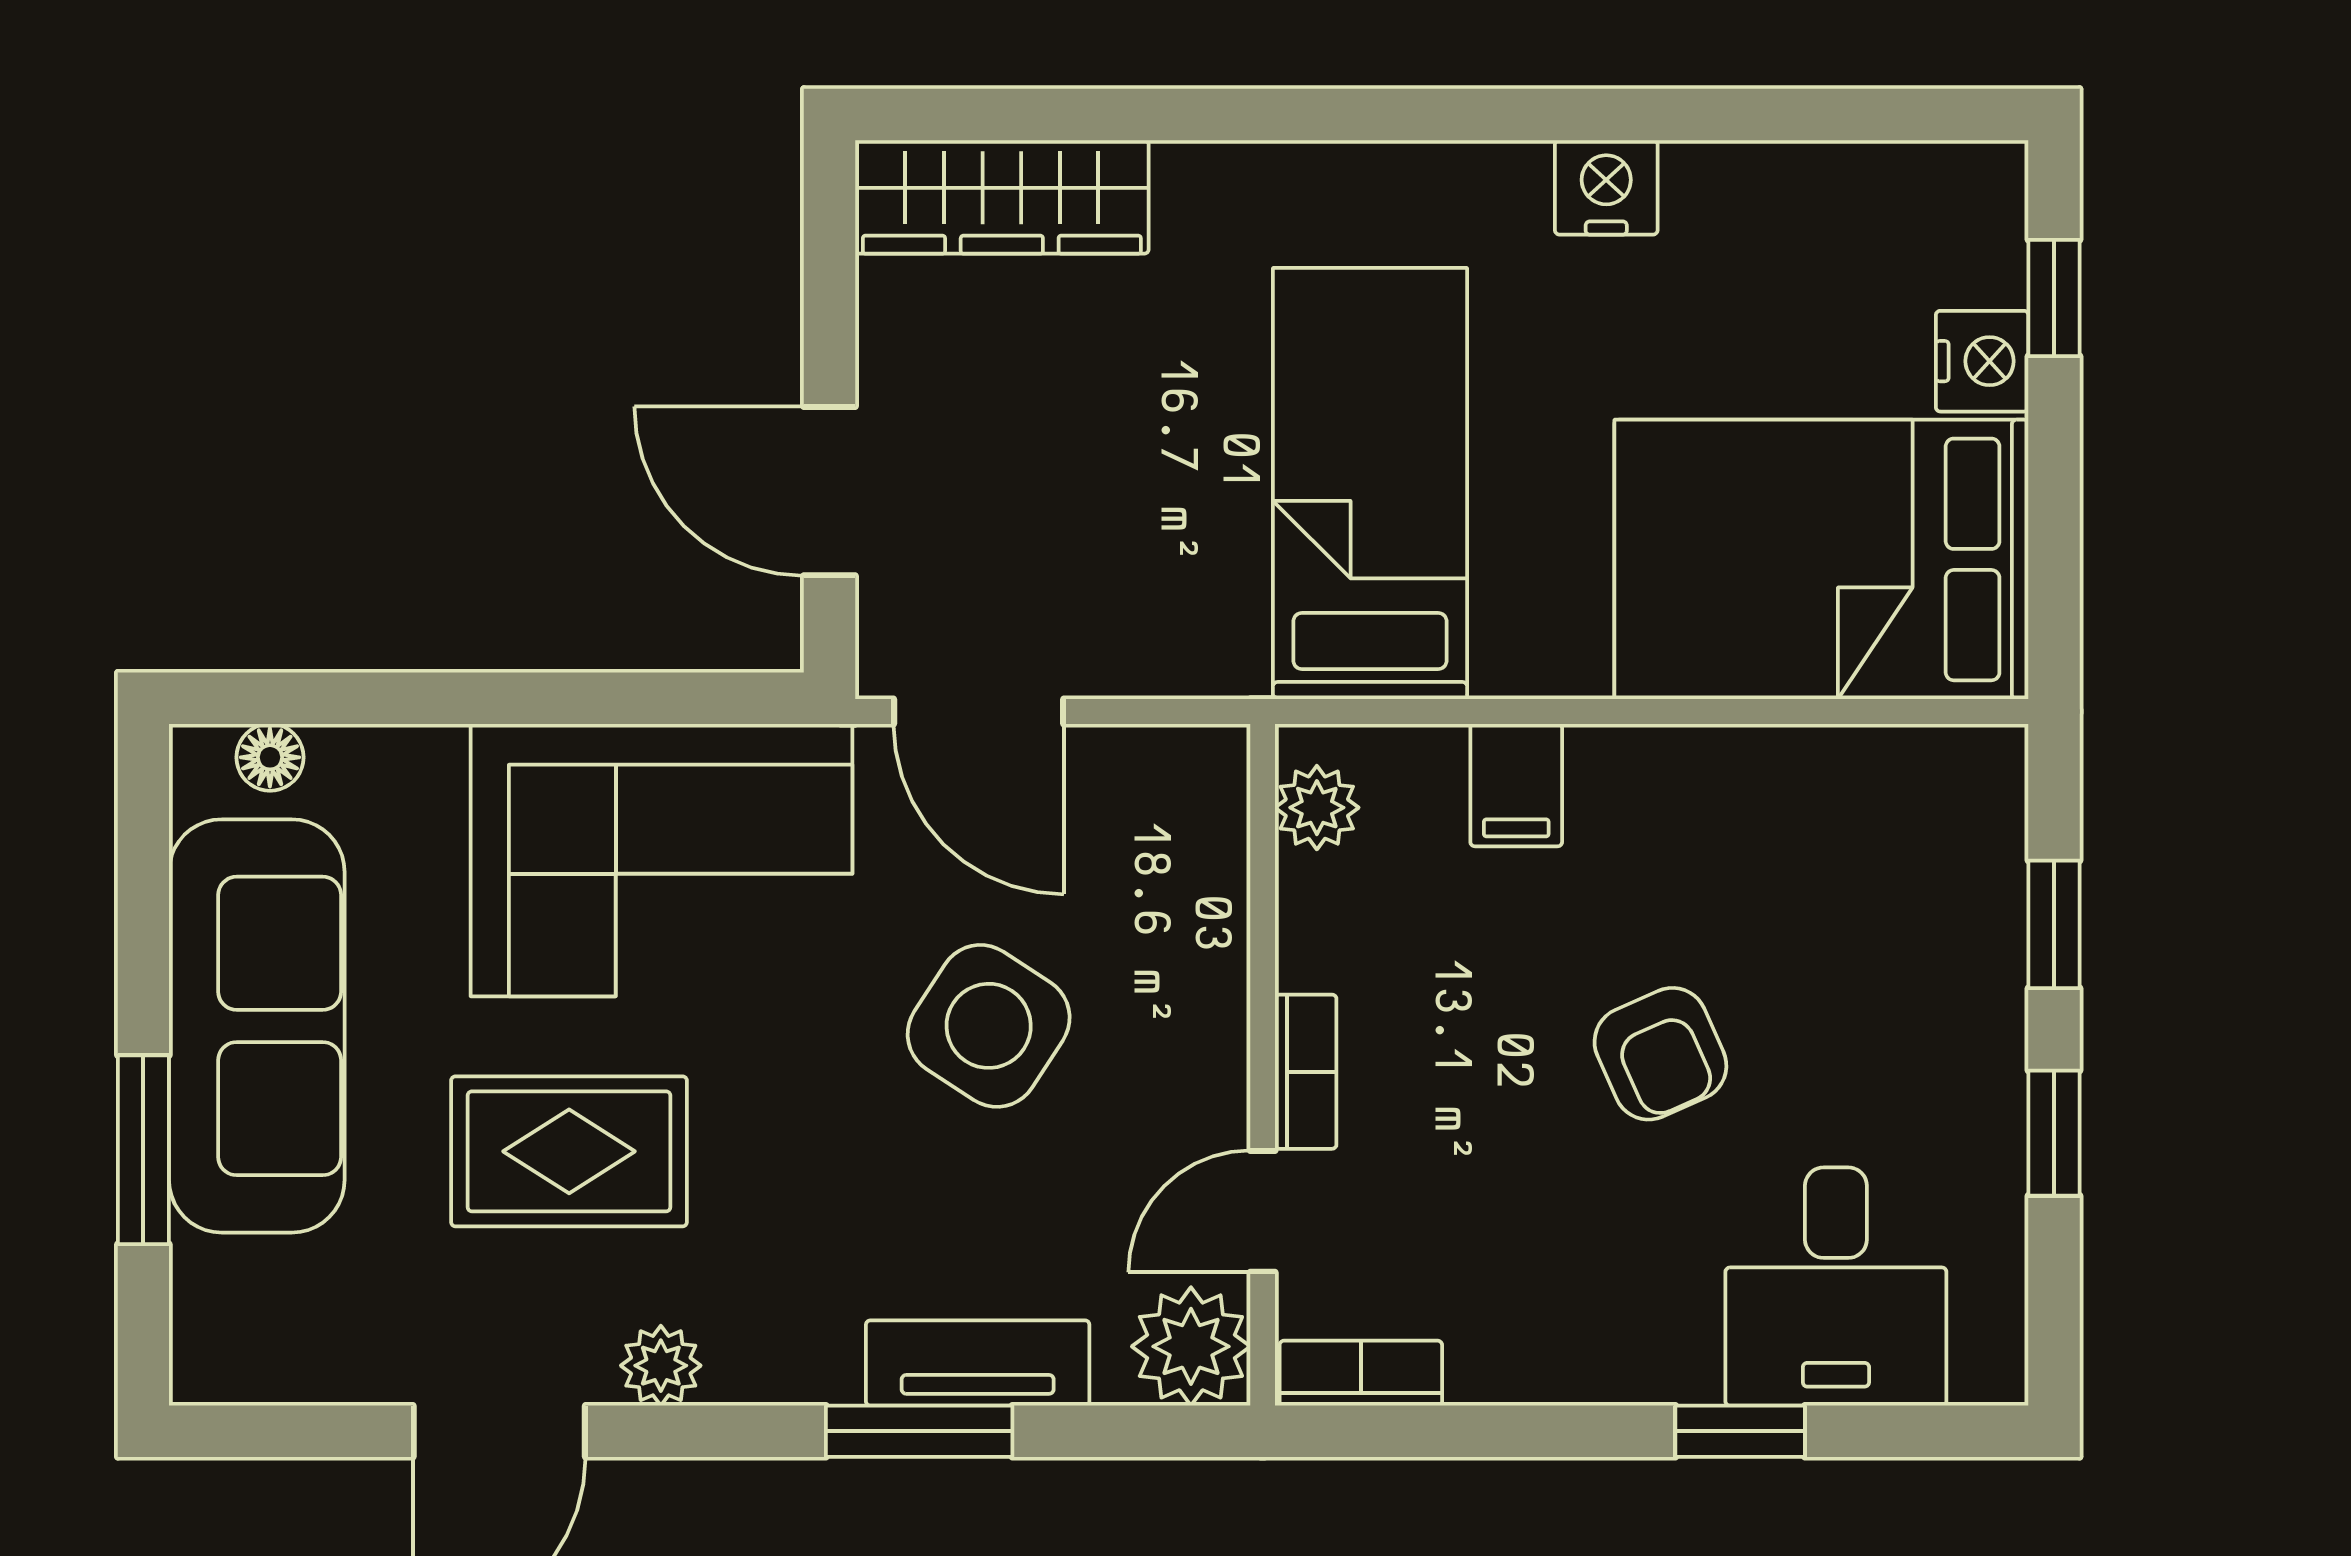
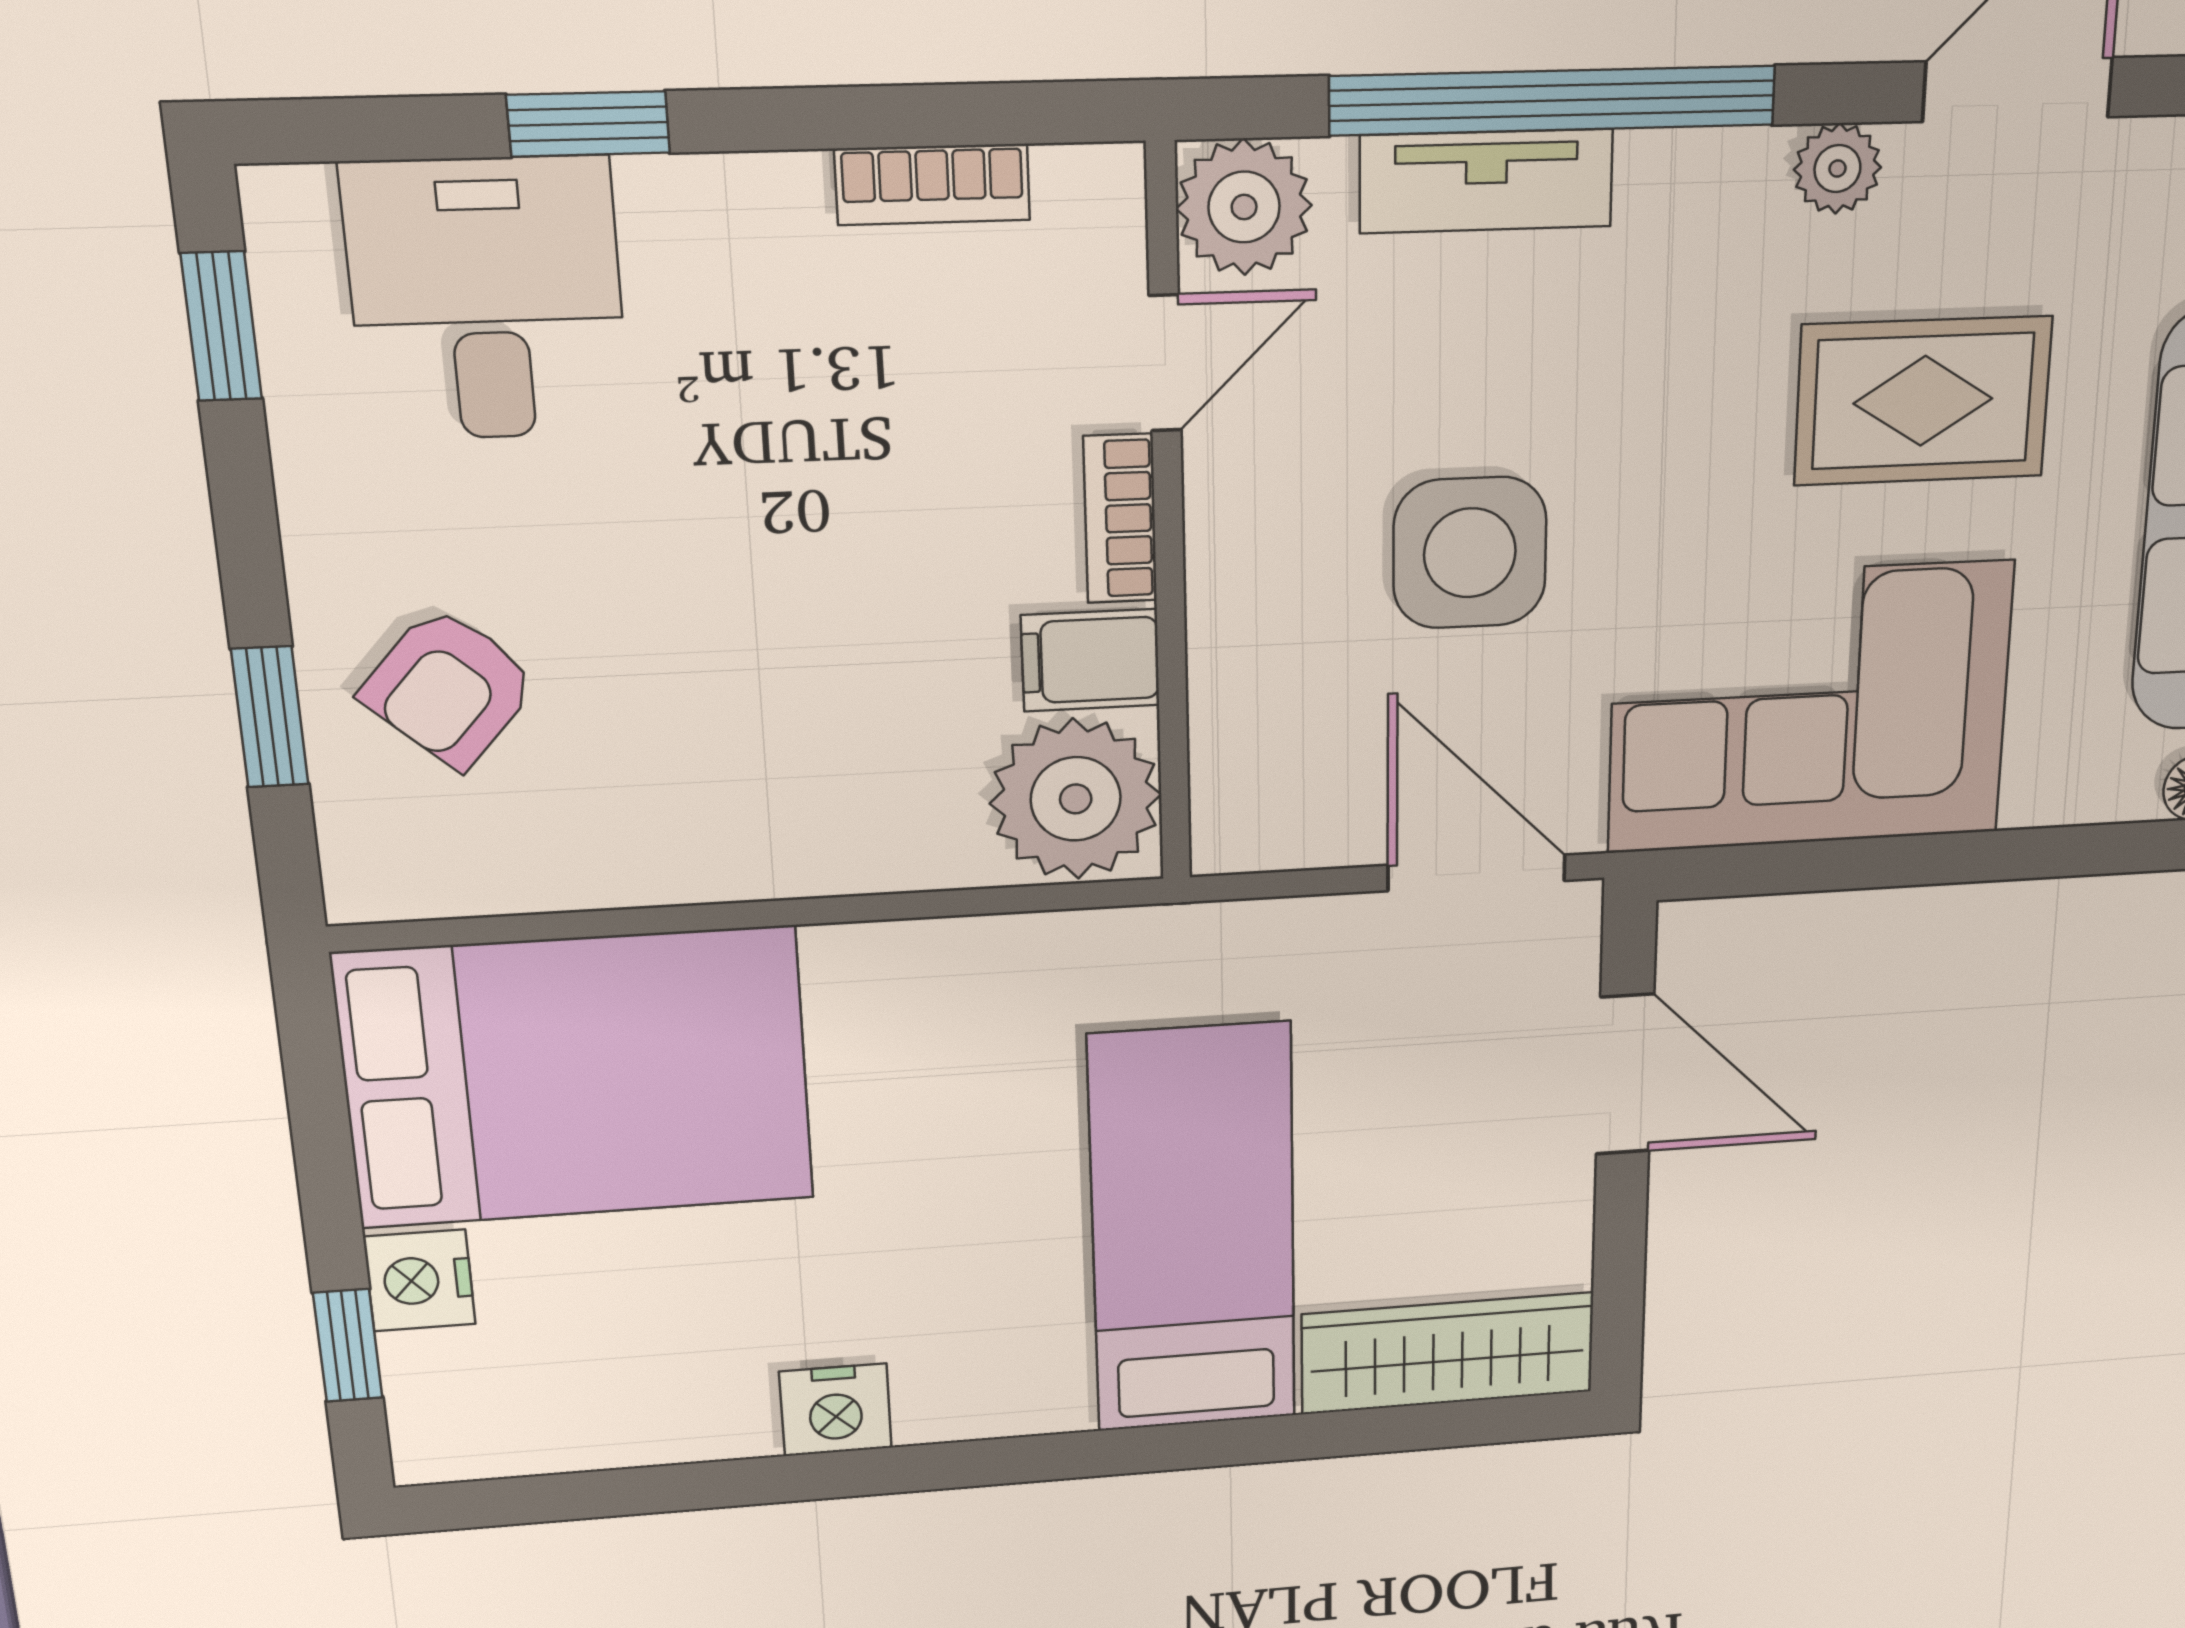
bed: (1370, 484) -> (1193, 1230), moved, turned 180
filing cabinet: (1516, 785) -> (1090, 660), moved, turned -90
plant: (1317, 808) -> (1076, 799), width x1.87, depth x1.87
side table: (989, 1026) -> (1470, 553), turned -33
armchair: (1660, 1054) -> (449, 688), moved, turned -114
window: (2054, 1133) -> (221, 326), moved
bookcase: (1361, 1373) -> (933, 184), moved
window: (919, 1431) -> (1553, 101), width x2.11

